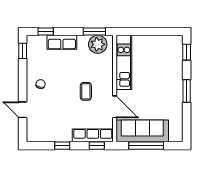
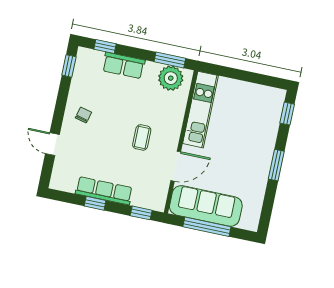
door: (115, 107) -> (176, 166), hinge flipped
row of seats: (93, 135) -> (104, 191), moved

